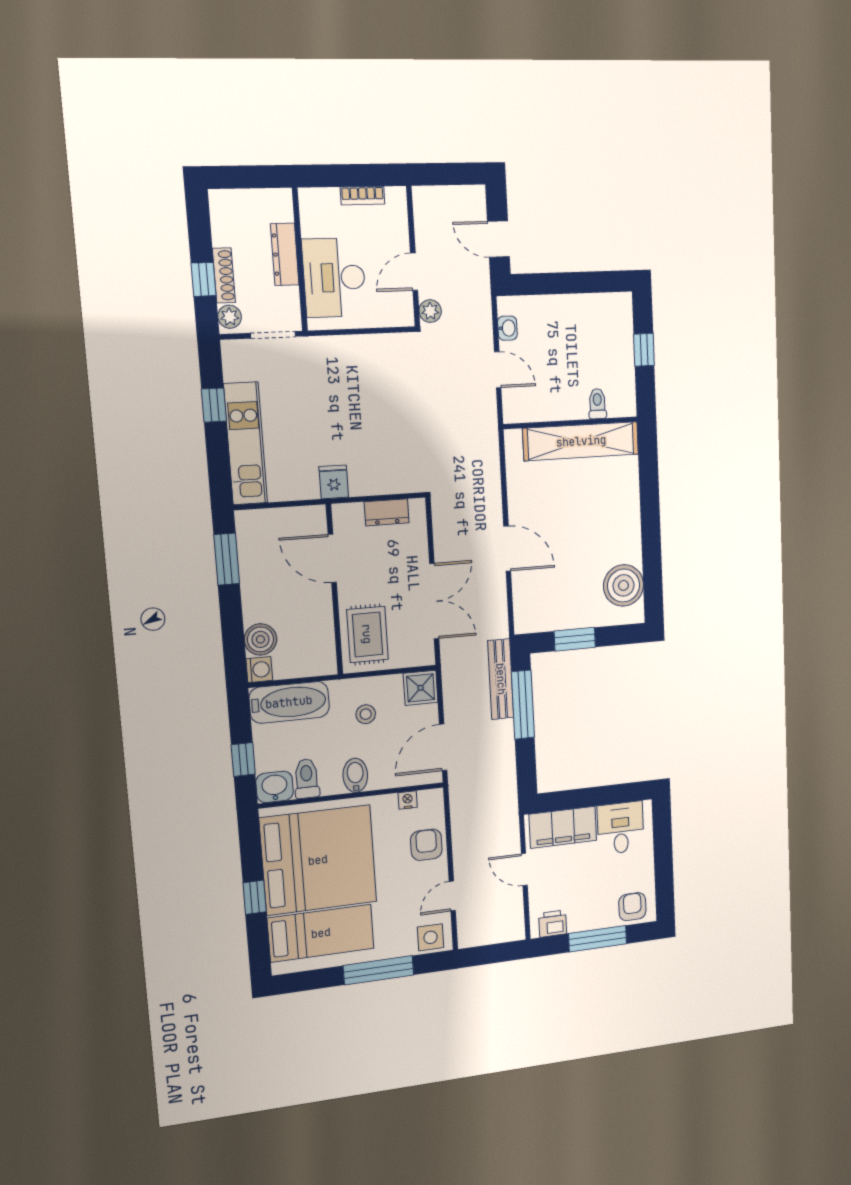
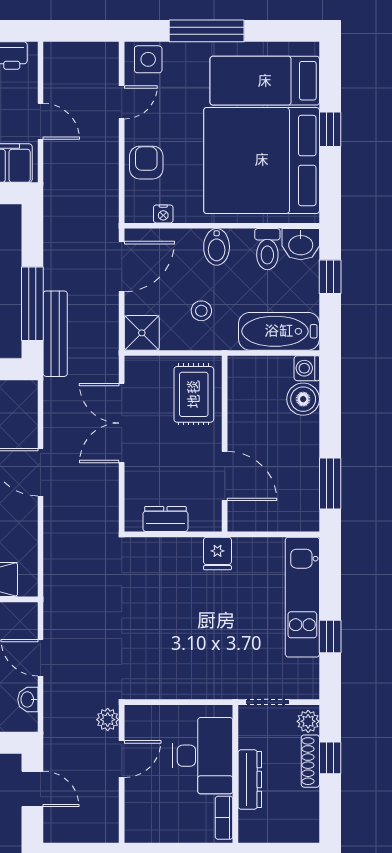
bookcase: (363, 196) -> (224, 818), moved, turned -90
armchair: (426, 845) -> (146, 163), turned 180

